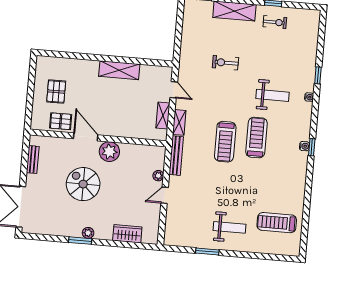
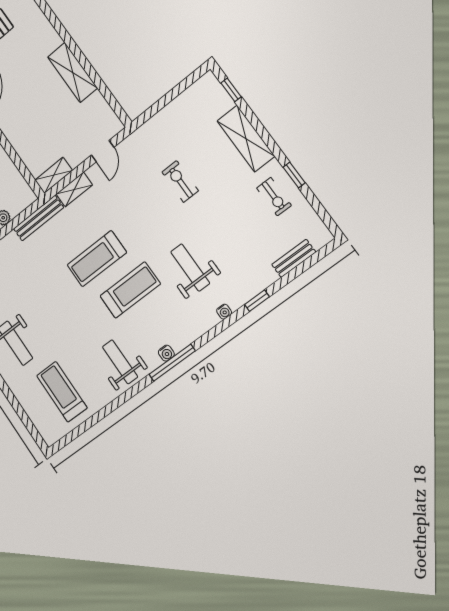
bench: (313, 39) -> (294, 258), added
weight bench: (273, 95) -> (190, 268), turned 180
shelving: (163, 116) -> (54, 175), moved
window: (312, 147) -> (172, 363), width x2.17
weight bench: (288, 176) -> (120, 362), added

